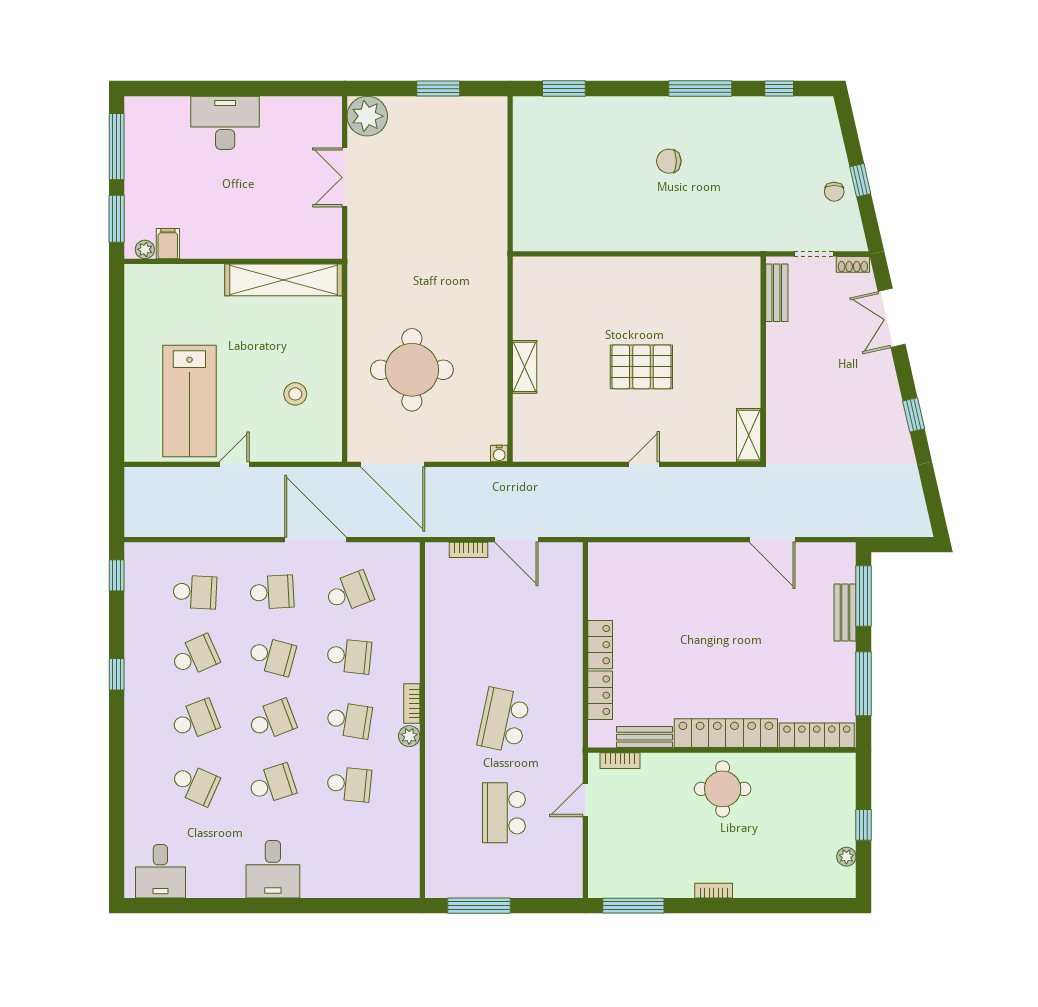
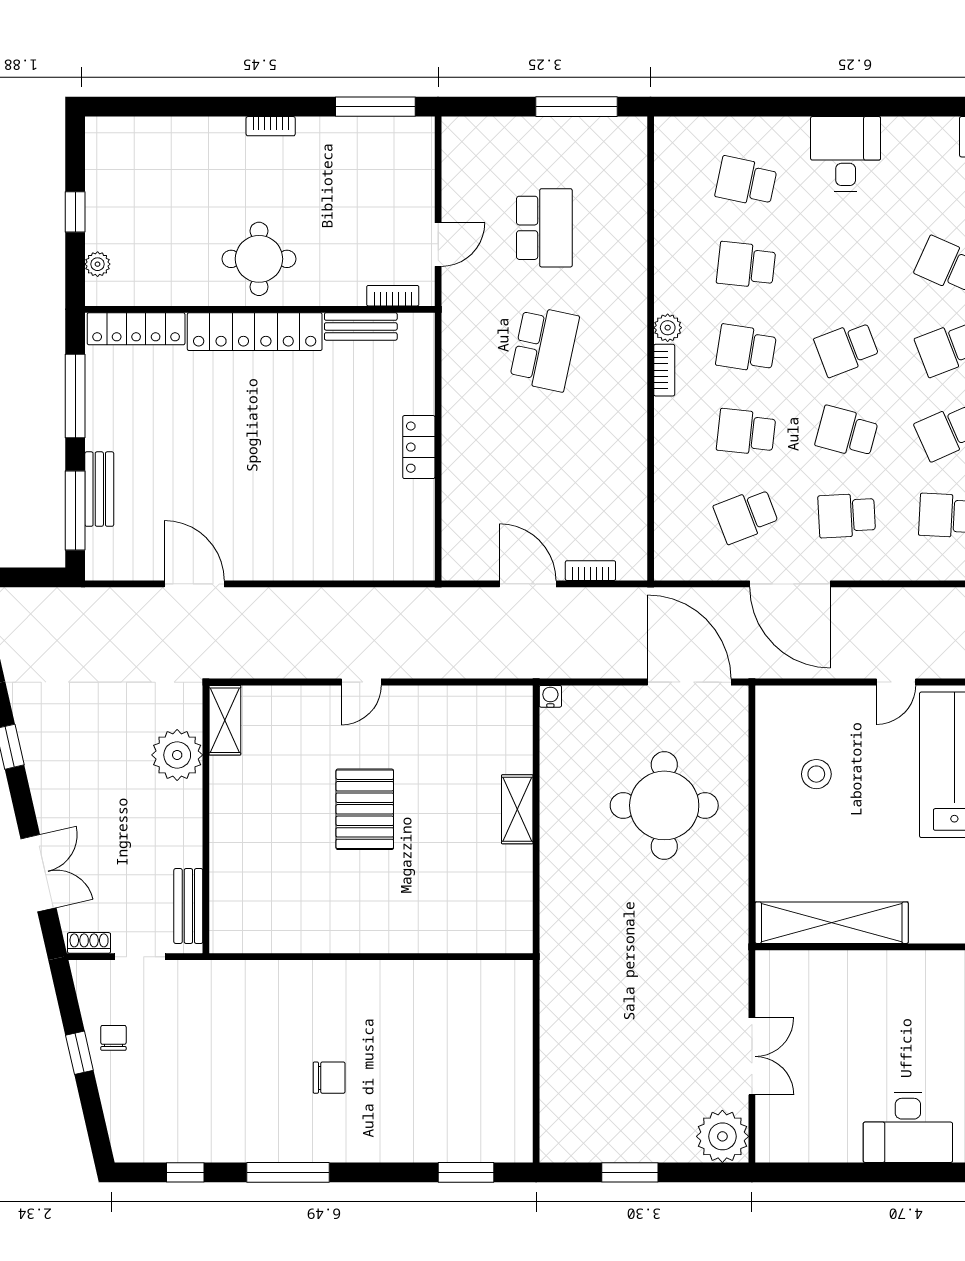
pallet: (641, 367) -> (365, 809), turned 90
plant: (785, 409) -> (177, 755), added
locker: (600, 695) -> (419, 381), removed
school desk: (272, 784) -> (746, 182), moved, turned 30
plant: (846, 857) -> (98, 264), moved

